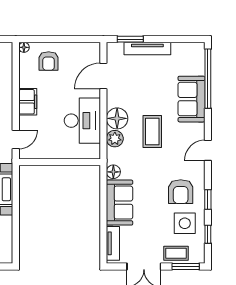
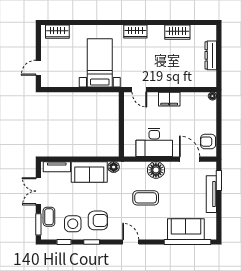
armchair: (49, 61) -> (208, 142), moved
sofa: (191, 99) -> (186, 229), moved
plant: (115, 139) -> (140, 168), removed
armchair: (181, 192) -> (98, 220), turned 180

